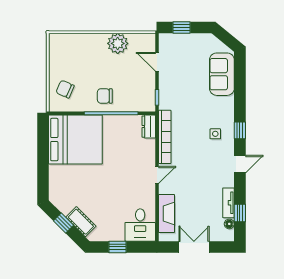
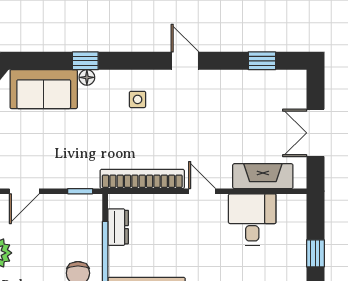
dresser: (149, 127) -> (118, 227), moved, turned -90
window: (240, 130) -> (85, 61), moved
tv unit: (229, 203) -> (246, 79), removed
floor lamp: (229, 224) -> (87, 77), moved
desk: (140, 225) -> (252, 219), moved, turned -90

